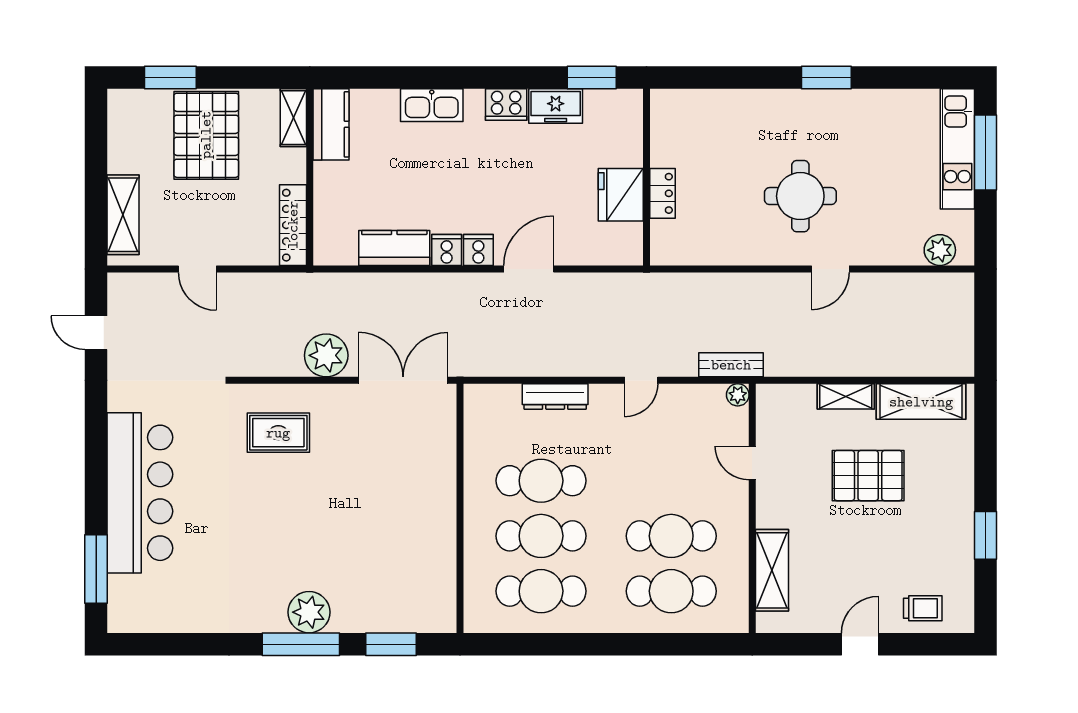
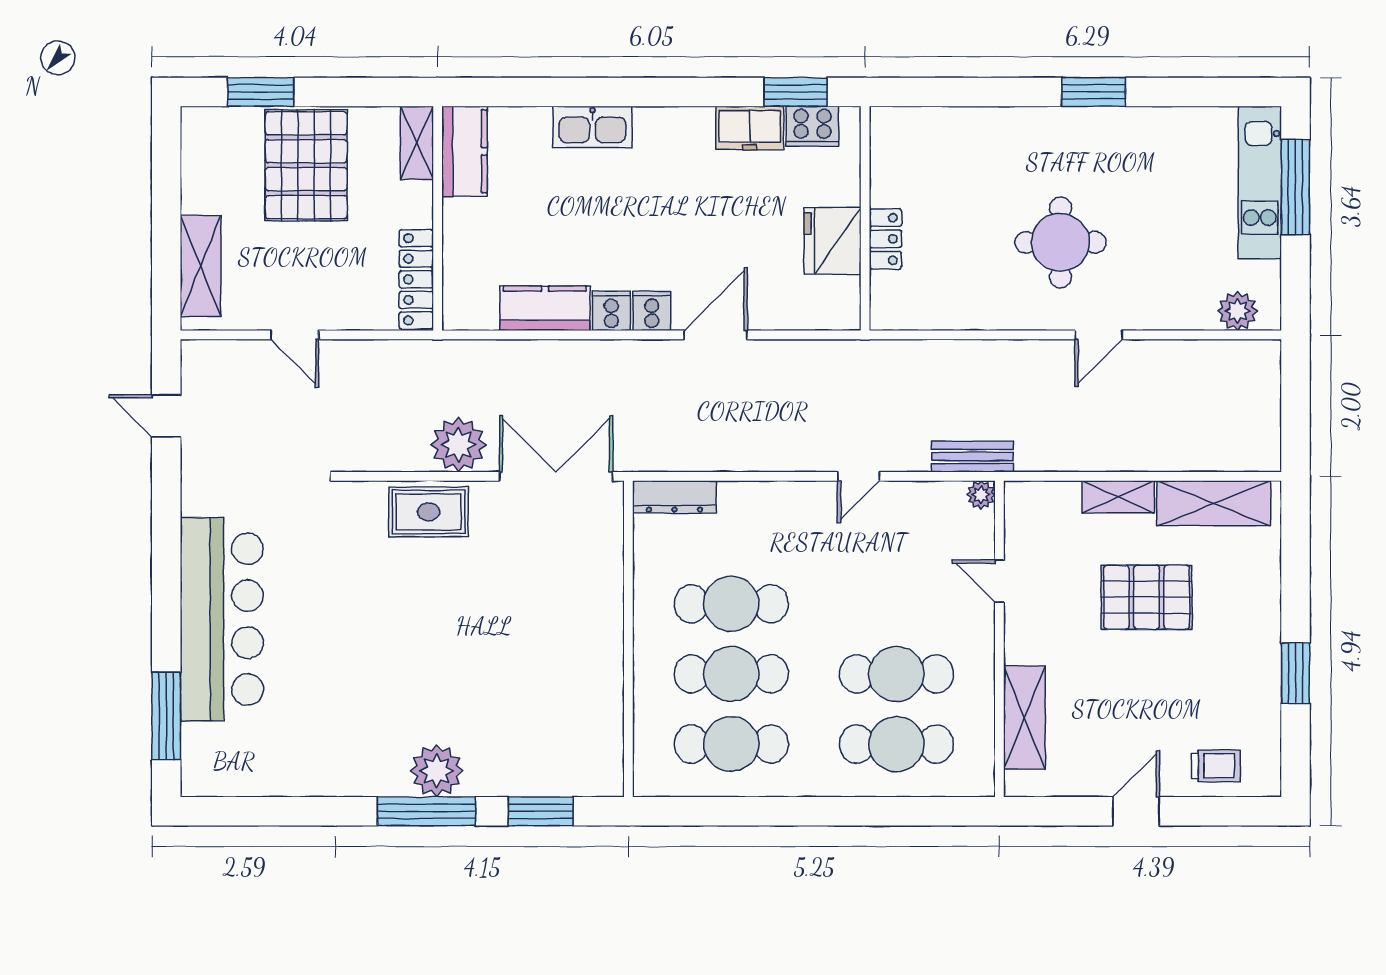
cooker: (506, 105) -> (812, 126), moved
dresser: (555, 396) -> (674, 497), moved
rug: (278, 433) -> (429, 512), moved

